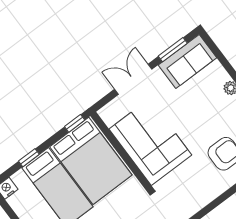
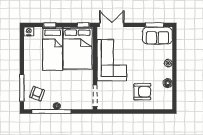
double door: (133, 79) -> (112, 25), moved

